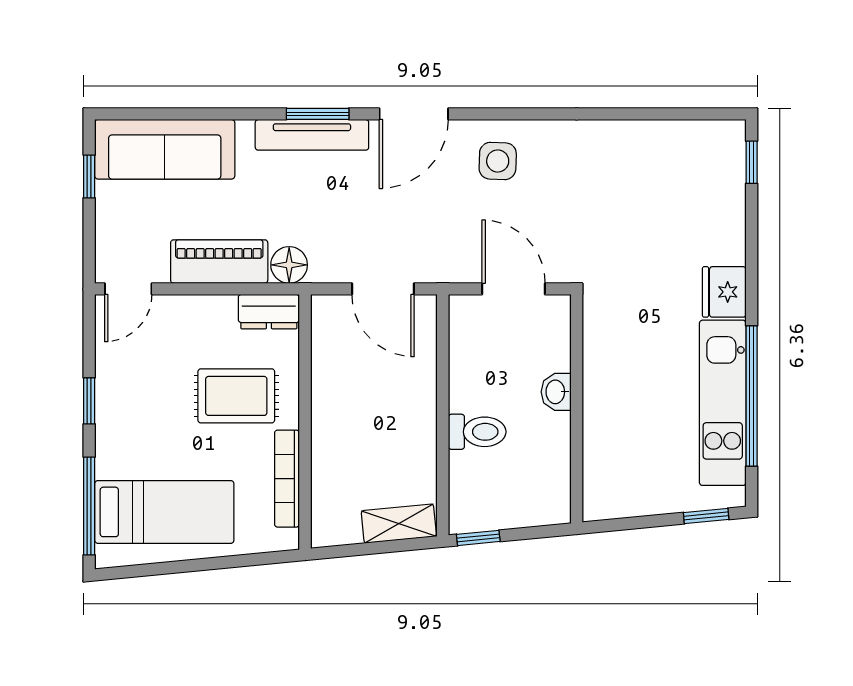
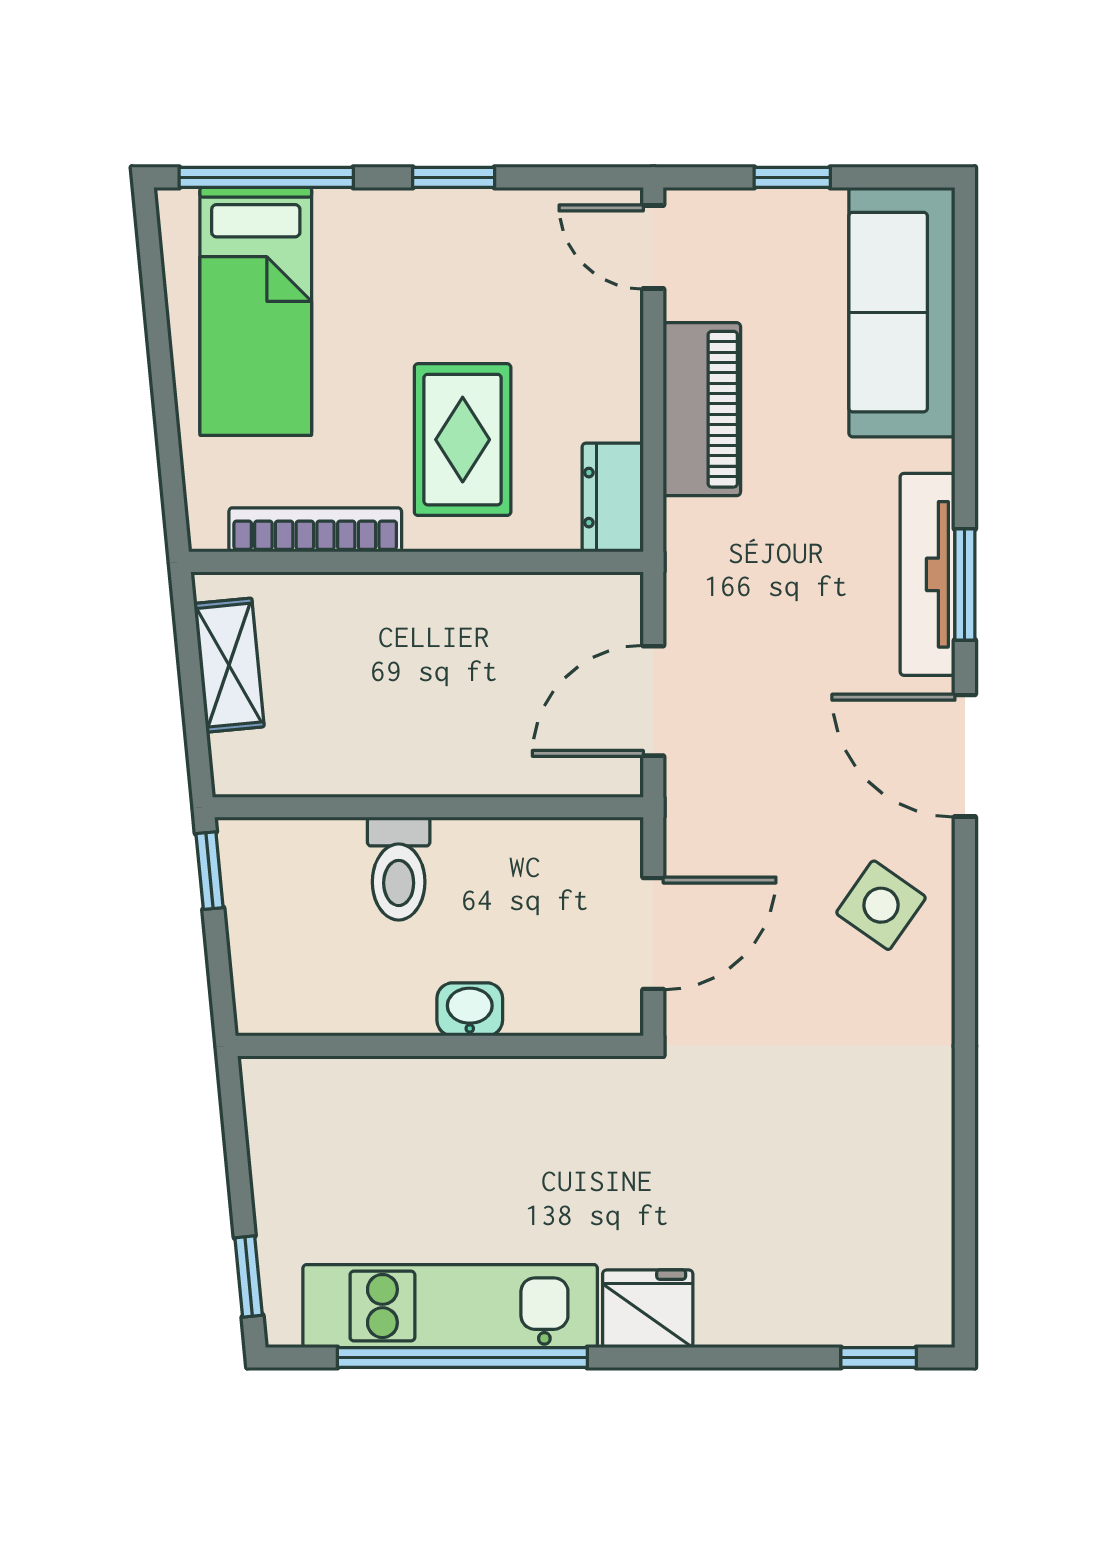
side table: (498, 161) -> (881, 905), turned 33
window: (89, 177) -> (792, 177), moved
floor lamp: (289, 265) -> (696, 534), removed
shelving: (399, 524) -> (229, 665), moved

